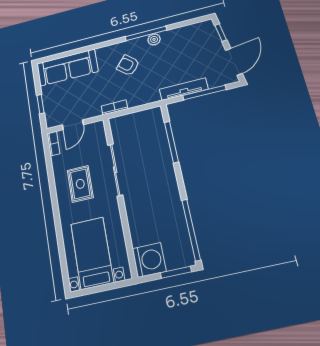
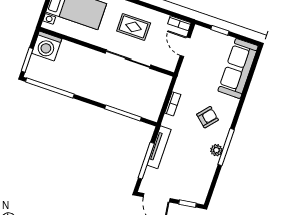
bookcase: (114, 107) -> (173, 104), moved

